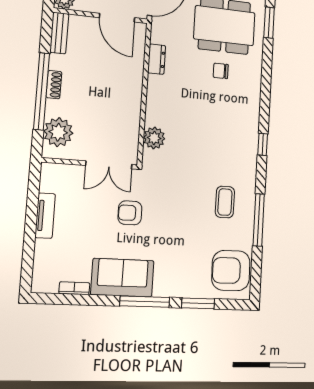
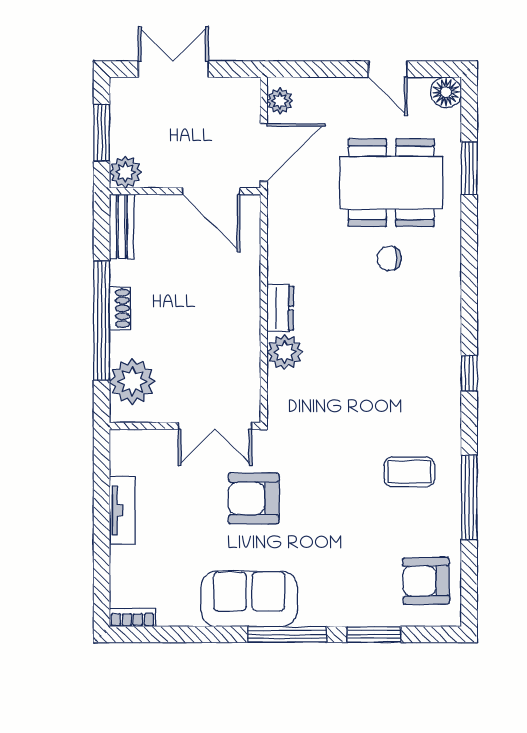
dresser: (157, 59) -> (280, 308), moved
plant: (154, 138) -> (285, 352), moved
coffee table: (225, 202) -> (409, 472), turned 90
armchair: (130, 213) -> (254, 498), width x1.38, depth x1.38
armchair: (231, 271) -> (426, 581), width x0.73, depth x0.73
bookcase: (74, 288) -> (132, 617), moved

